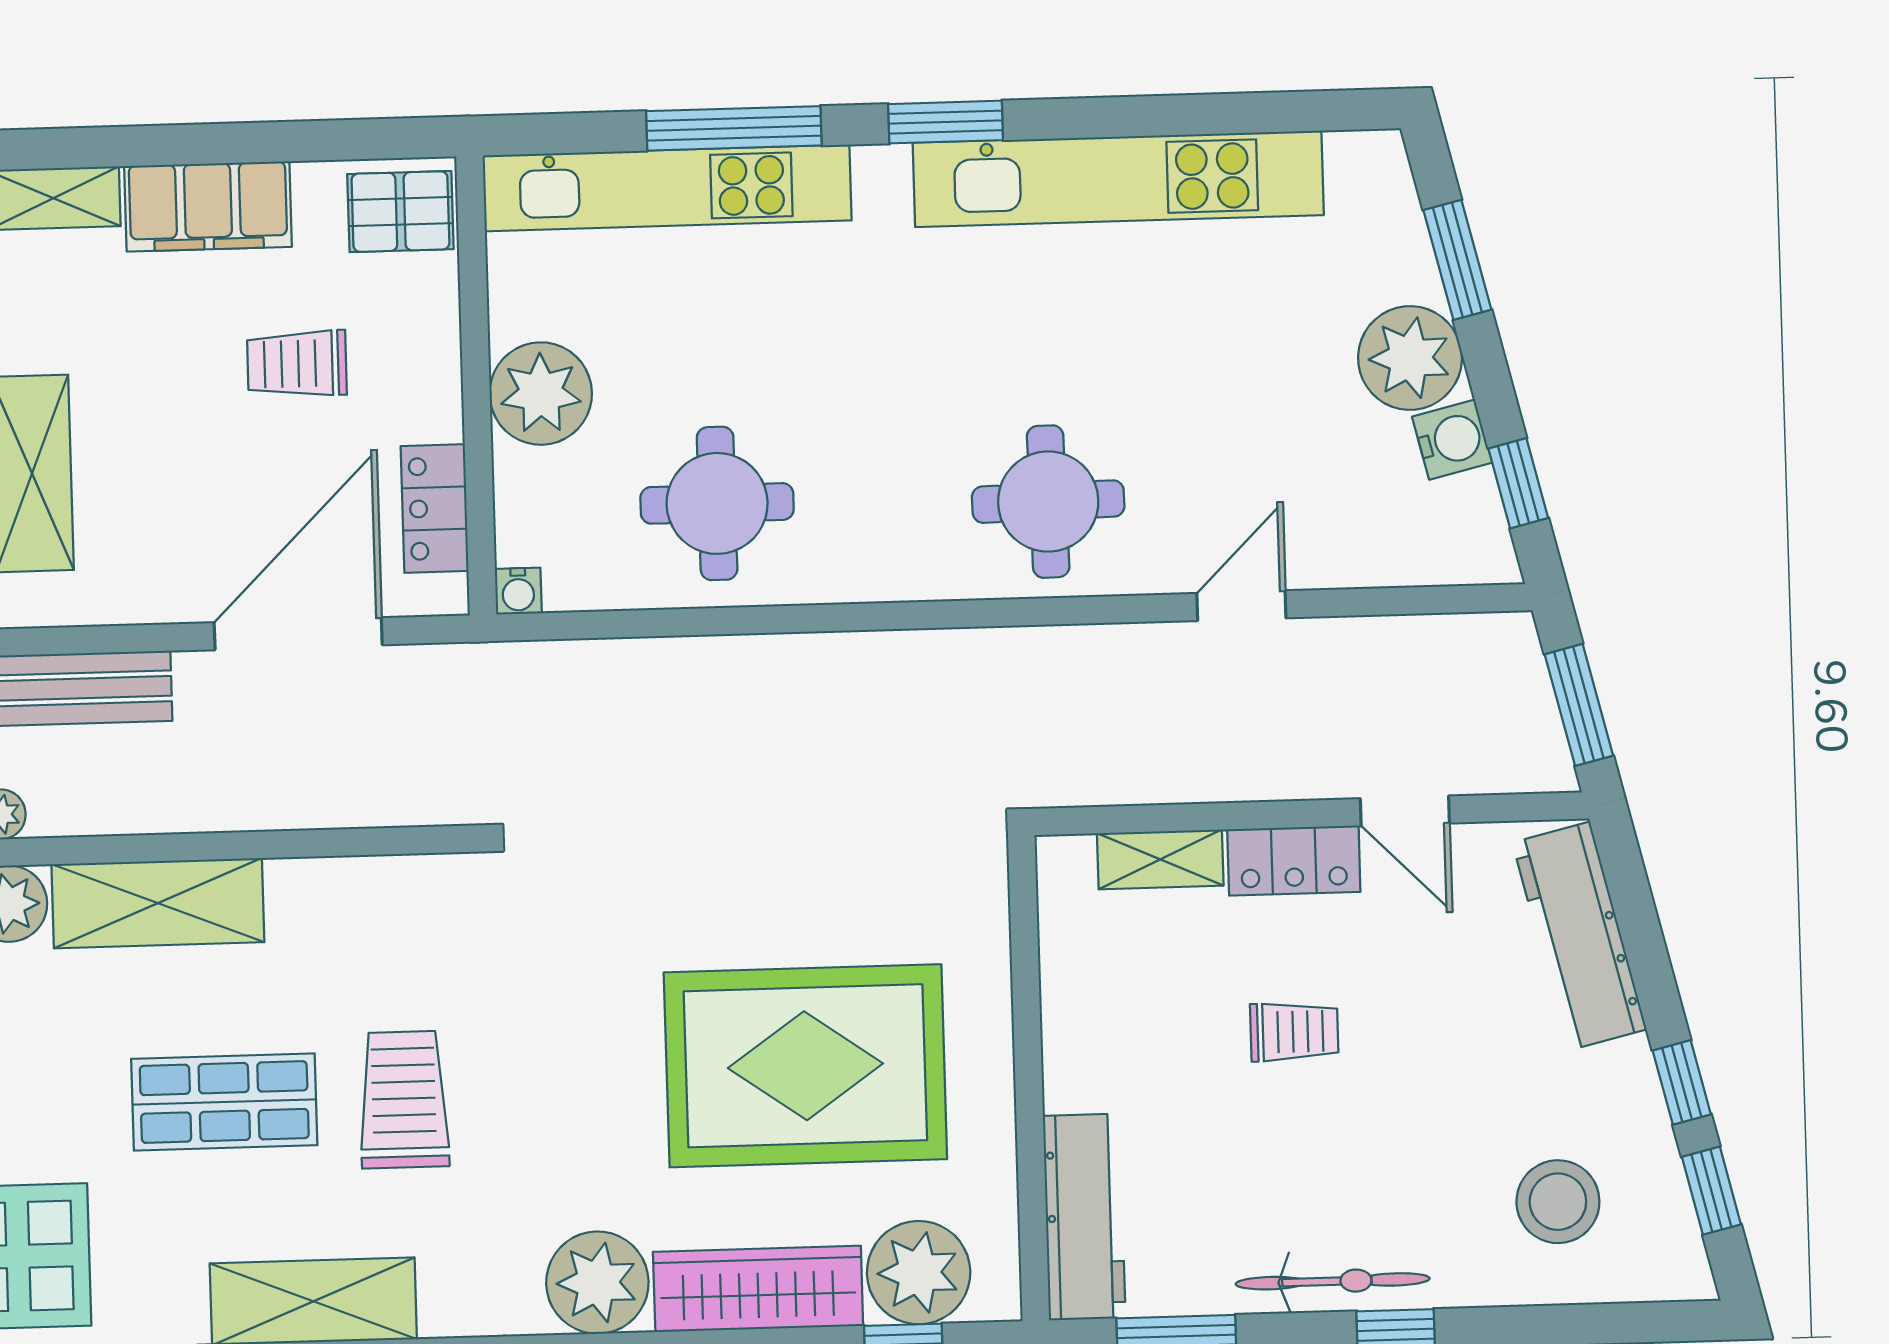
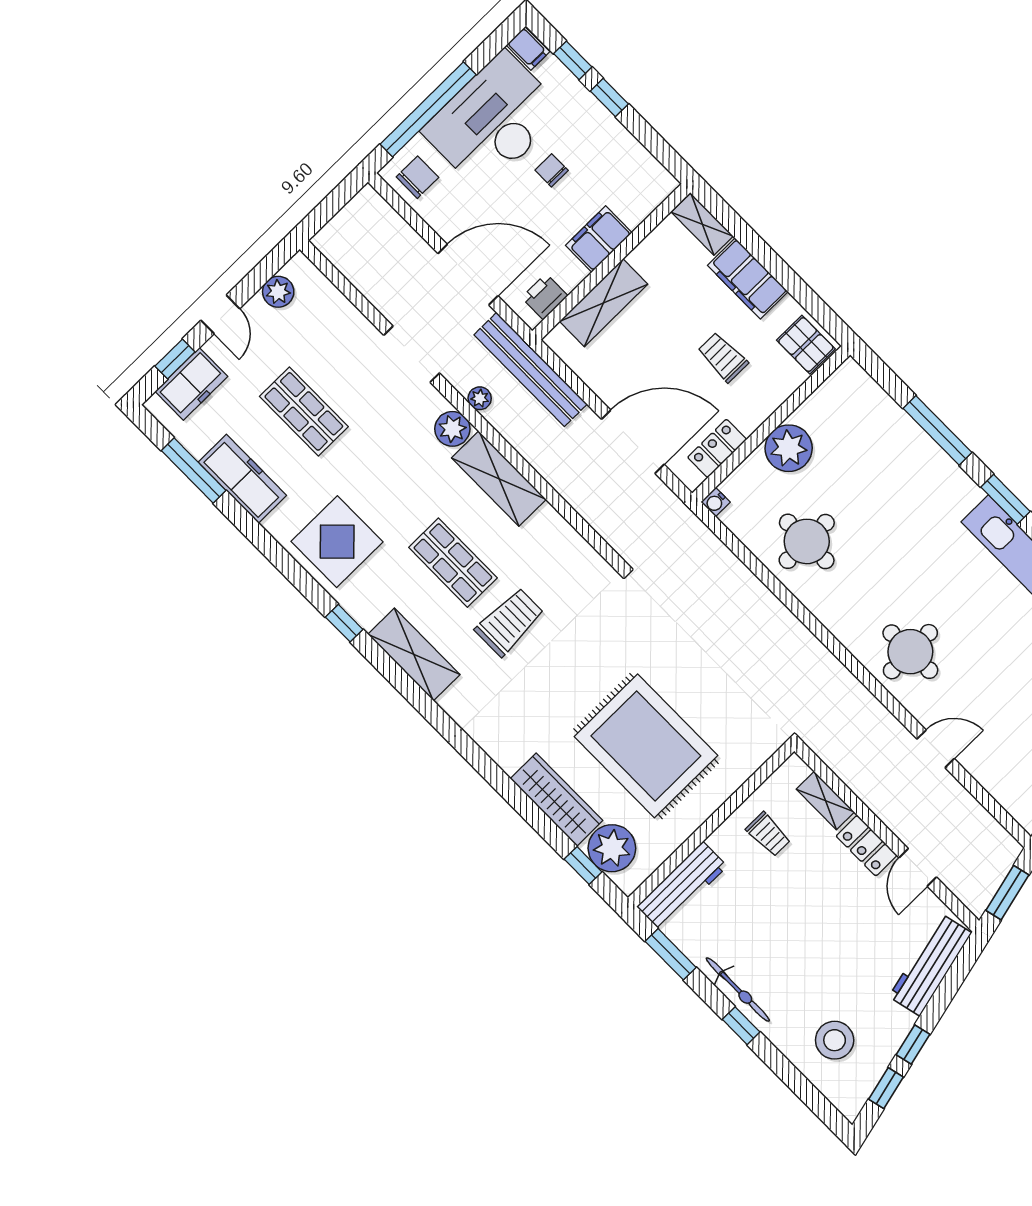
kitchen unit: (667, 188) -> (897, 426), removed
trolley: (1294, 1032) -> (768, 834), moved
plant: (597, 1283) -> (509, 744), removed

